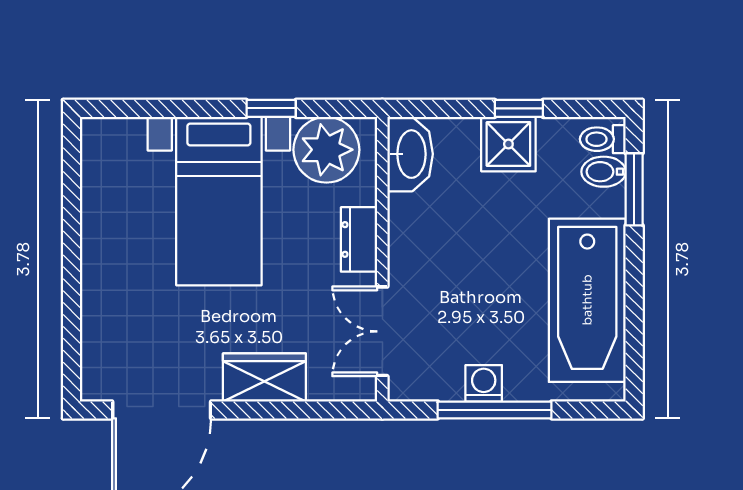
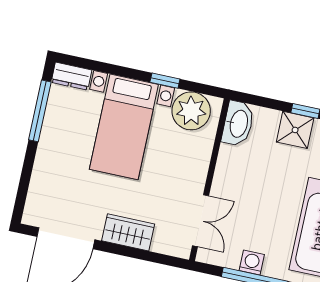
window: (71, 205) -> (40, 111), added
dresser: (359, 239) -> (71, 76), moved, turned -90
double door: (382, 331) -> (201, 221), swing flipped

